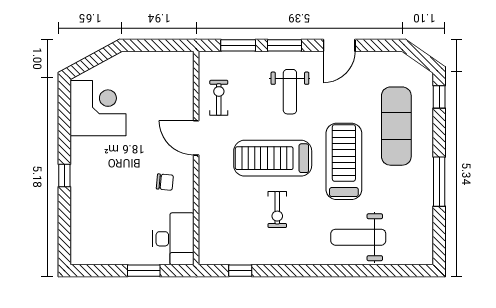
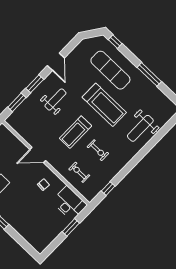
weight bench: (290, 92) -> (55, 99), turned -90
exercise bike: (219, 98) -> (79, 172), moved
treadmill: (273, 158) -> (76, 132), width x0.73, depth x0.73
treadmill: (344, 161) -> (104, 105), turned 180

